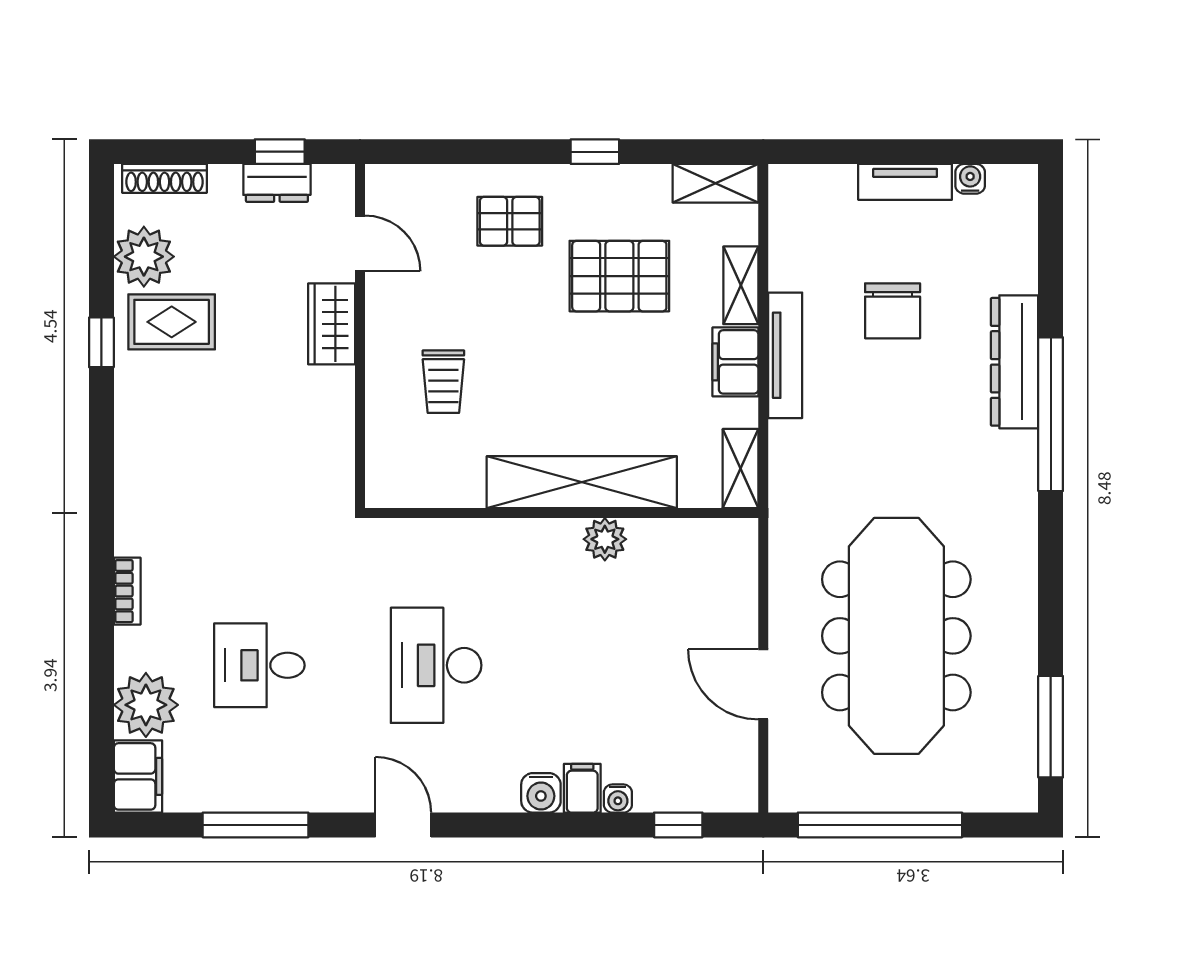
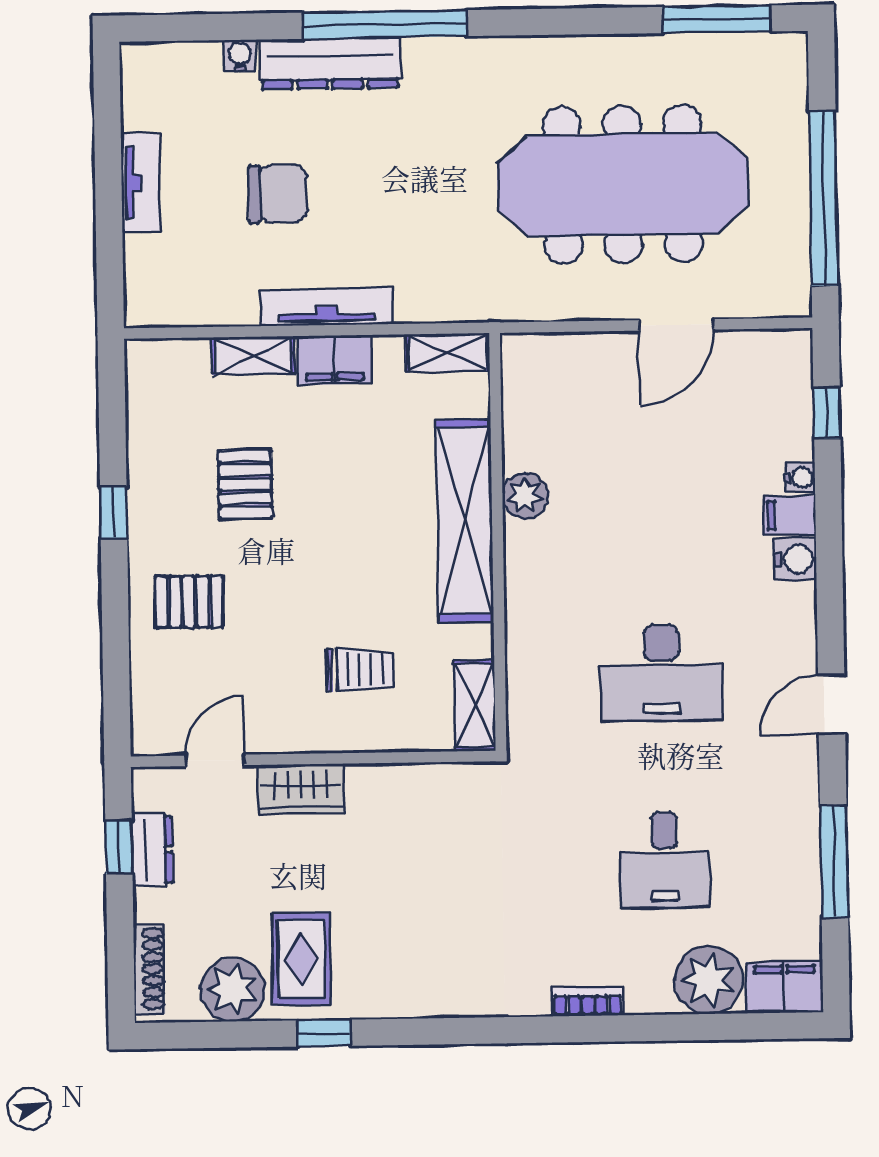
water cooler: (970, 179) -> (240, 56), moved, turned 90
shelving: (715, 183) -> (475, 706), moved
pallet: (510, 221) -> (189, 602), turned 90
pallet: (619, 276) -> (245, 484), width x0.67, depth x0.71

